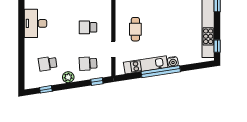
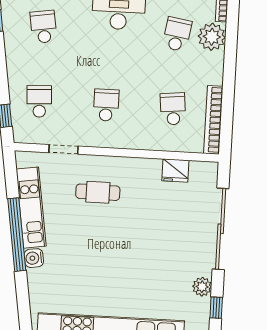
plant: (68, 77) -> (16, 63), removed

